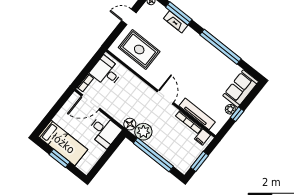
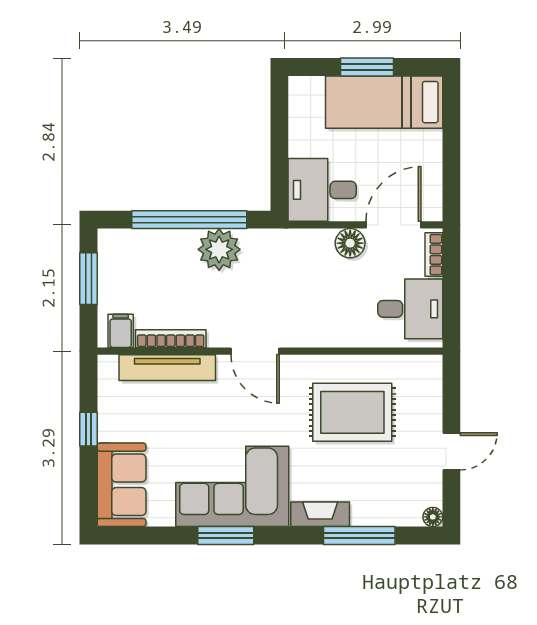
fireplace: (176, 22) -> (320, 514), moved
window: (221, 47) -> (226, 535), width x0.47
rug: (139, 49) -> (352, 412), moved
corner sofa: (206, 60) -> (232, 486), added
plant: (230, 109) -> (110, 428), removed
floor lamp: (130, 124) -> (350, 243), moved
plant: (143, 132) -> (219, 249), moved

